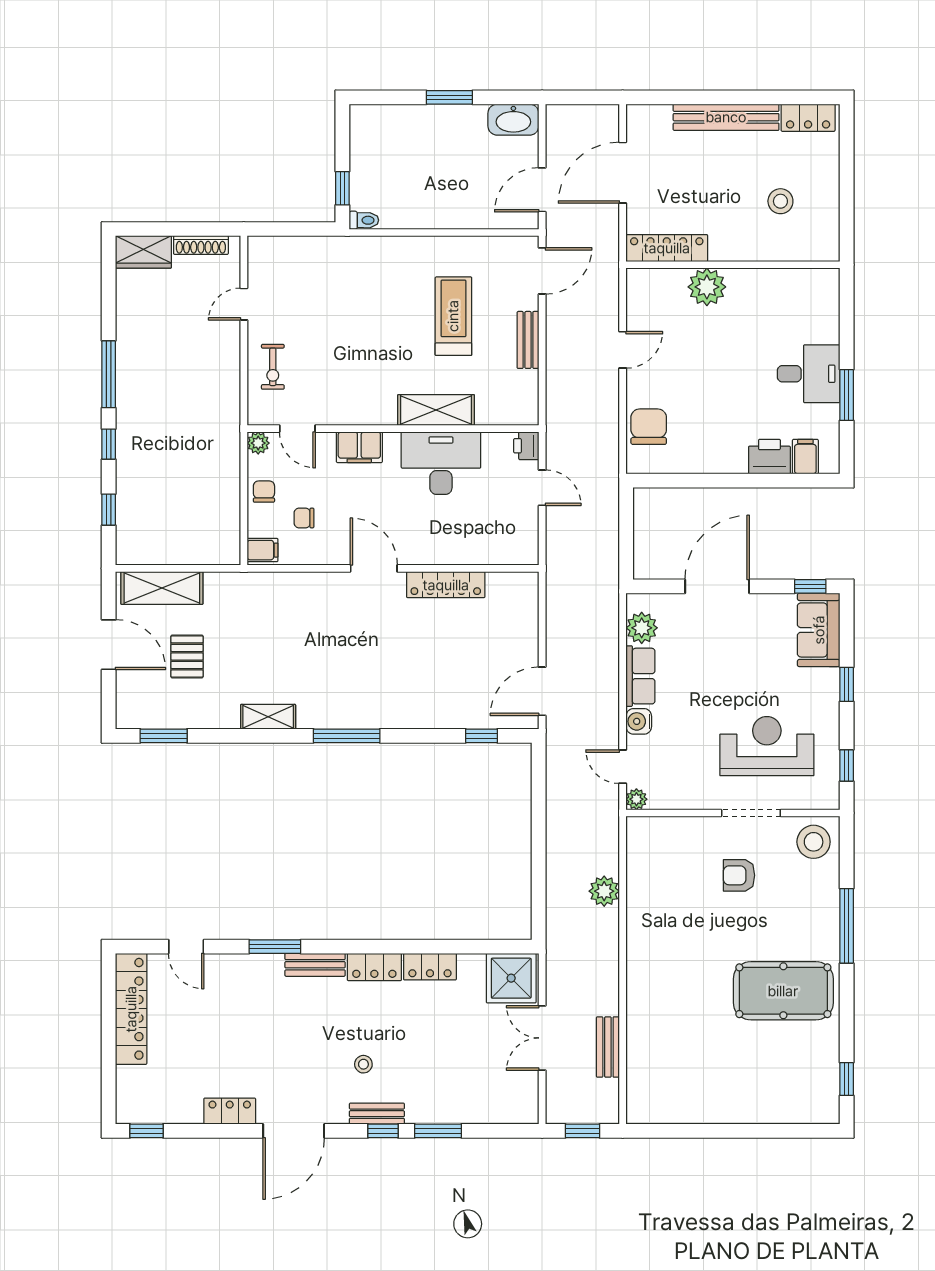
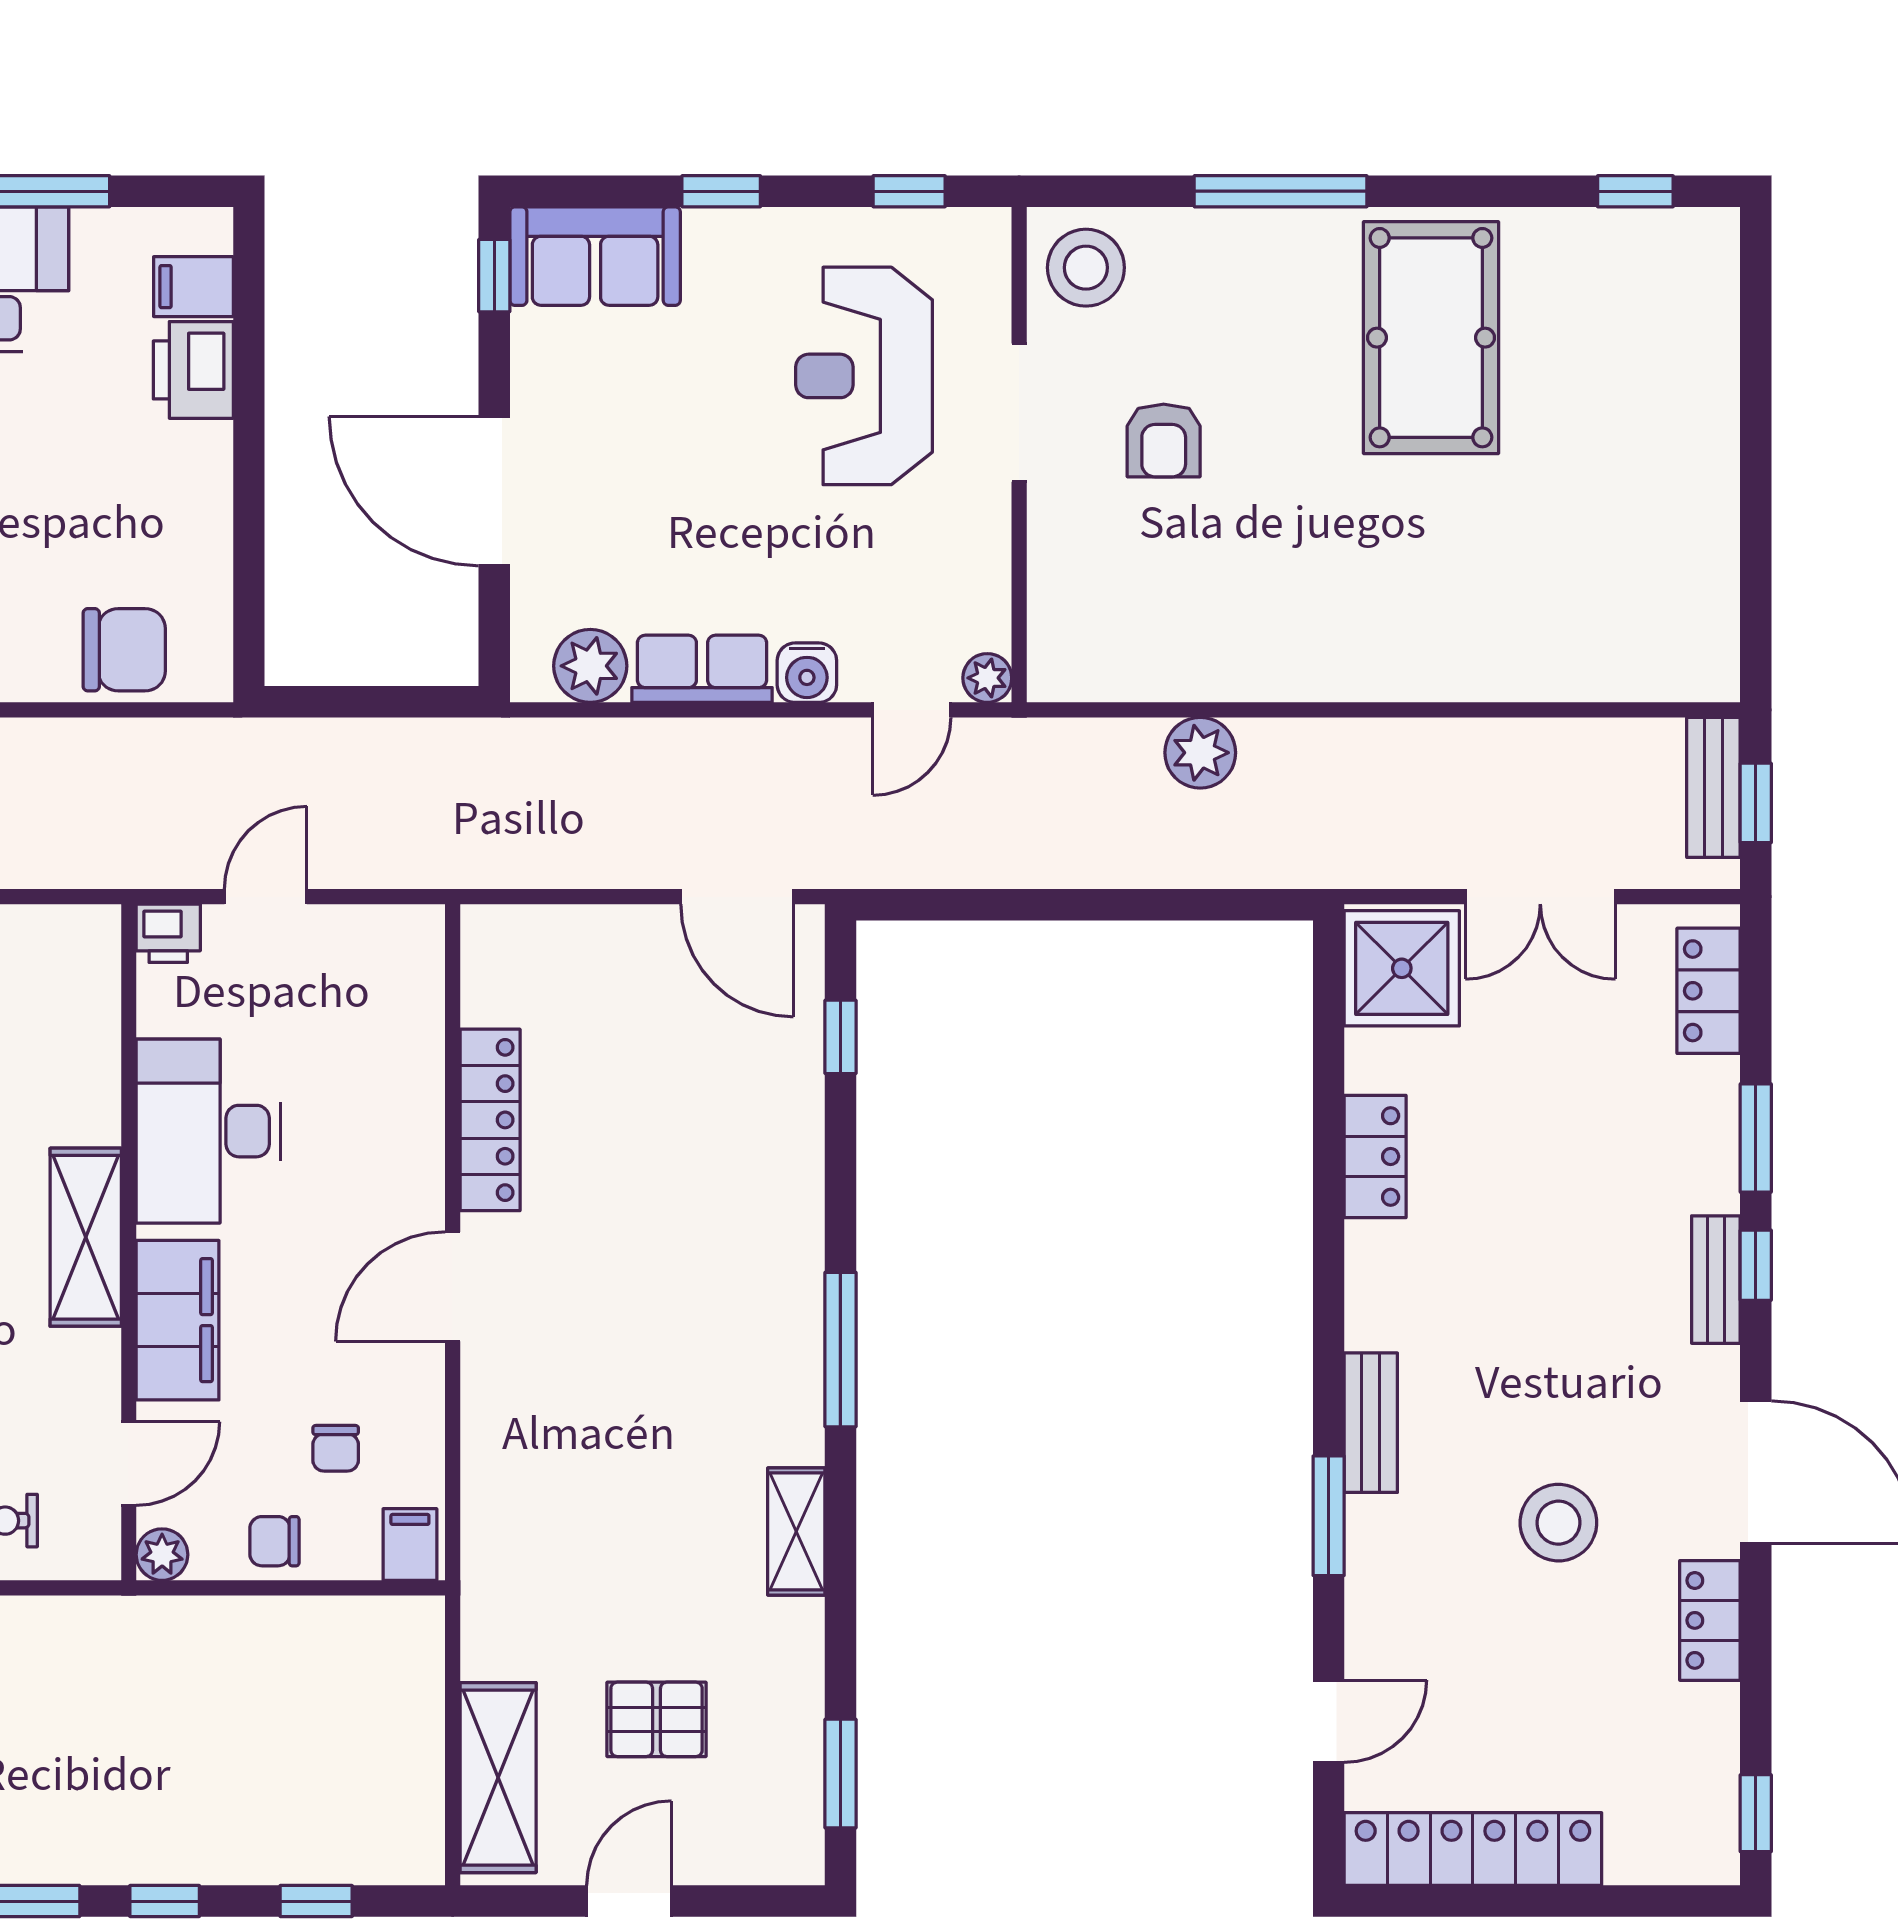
shelving: (436, 410) -> (86, 1237), moved
chair: (649, 427) -> (124, 650), turned 180
filing cabinet: (359, 447) -> (178, 1320), width x1.50, depth x1.17
door: (109, 645) -> (629, 1901), width x0.73
locker: (374, 967) -> (1709, 991), moved, turned 180
bench: (608, 1047) -> (1713, 787), moved, turned 90
stool: (363, 1064) -> (1558, 1523), moved, width x1.89, depth x1.89

